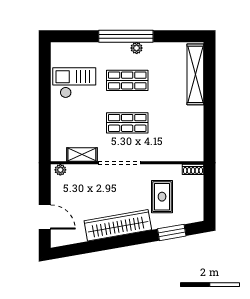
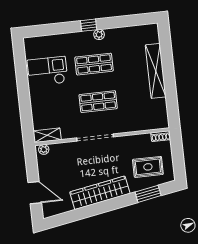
window: (126, 36) -> (89, 25), width x0.32
shelving: (195, 74) -> (156, 71), moved
shelving: (82, 154) -> (47, 135), moved
rug: (162, 197) -> (148, 167), moved, turned 90

